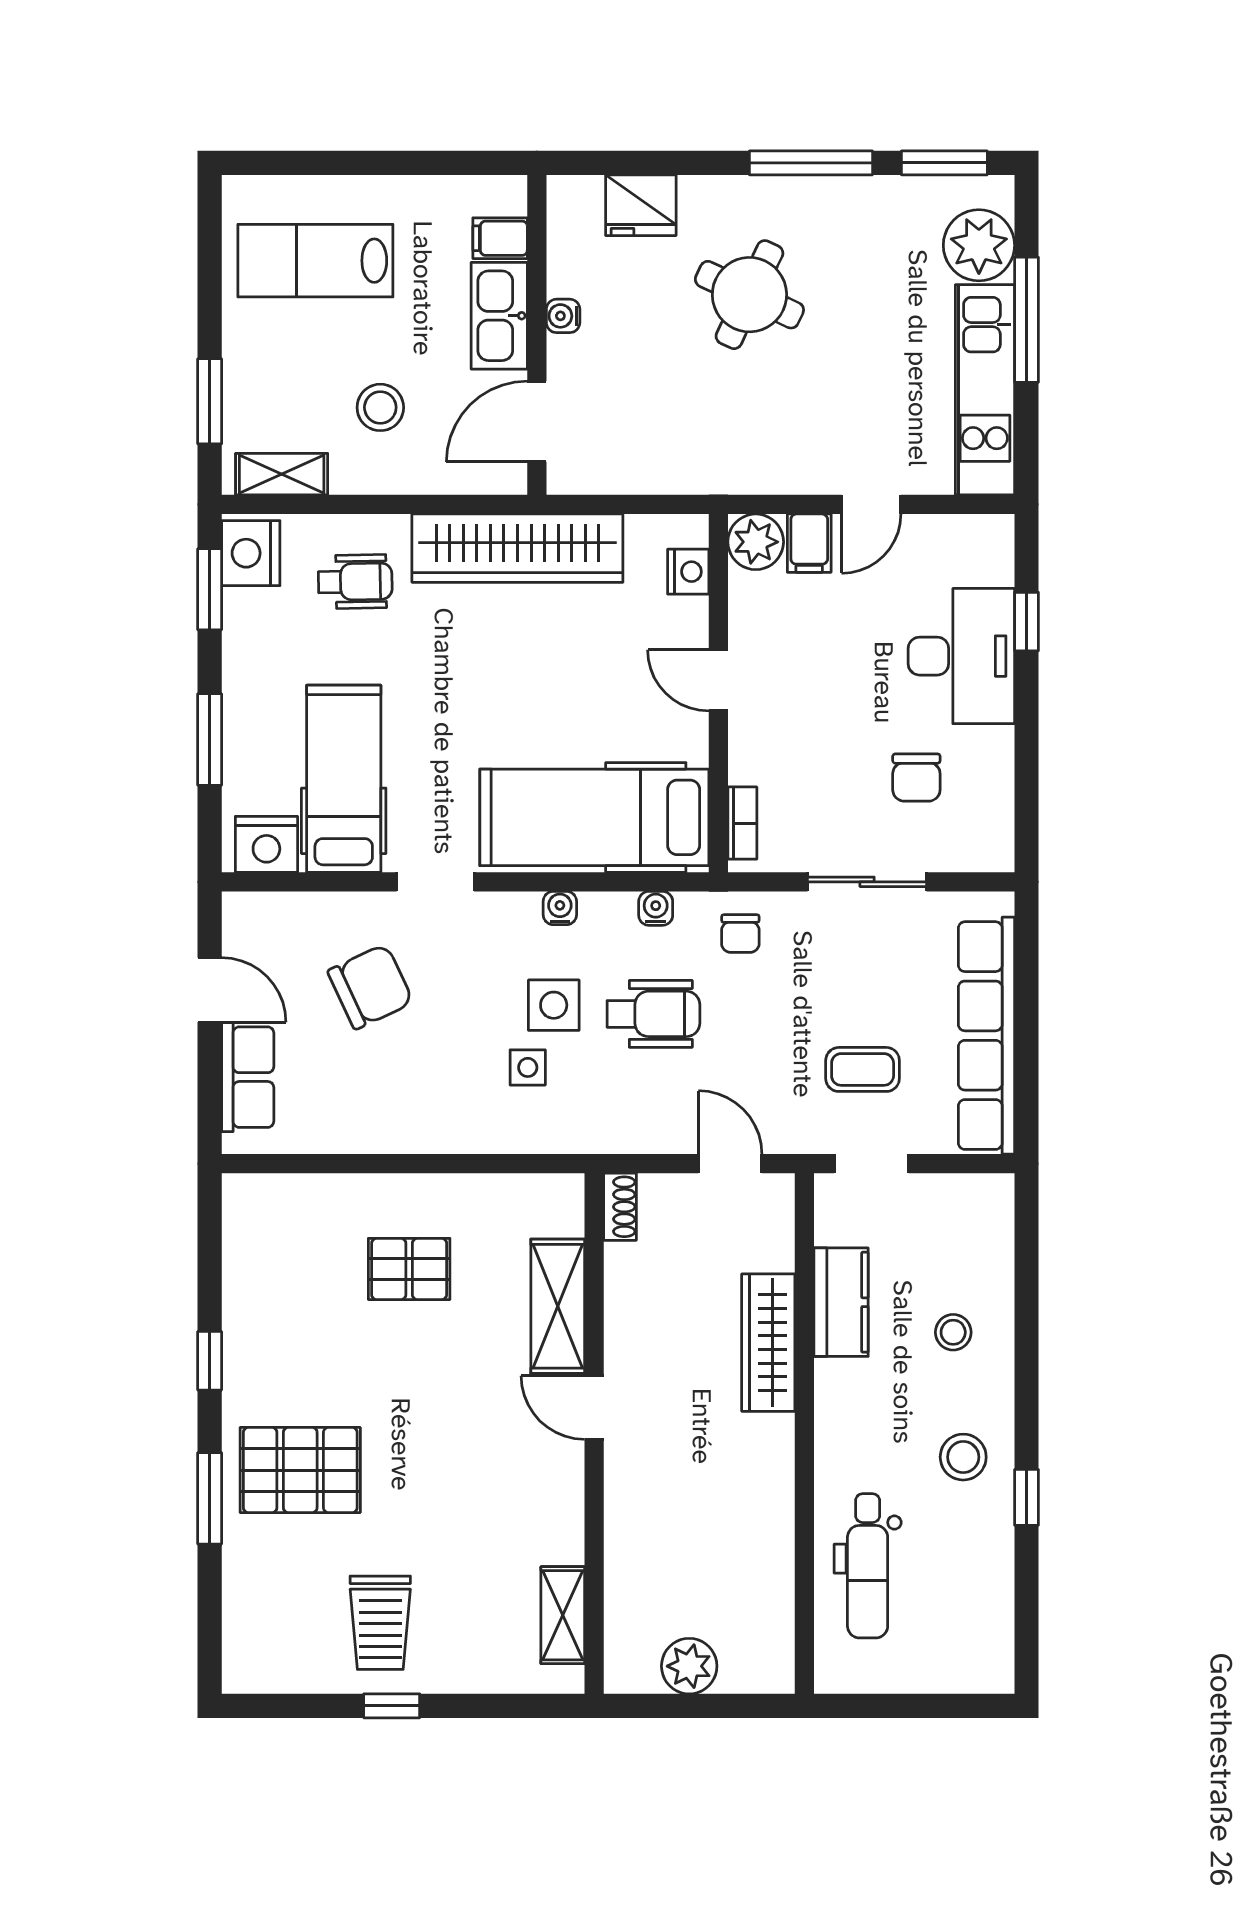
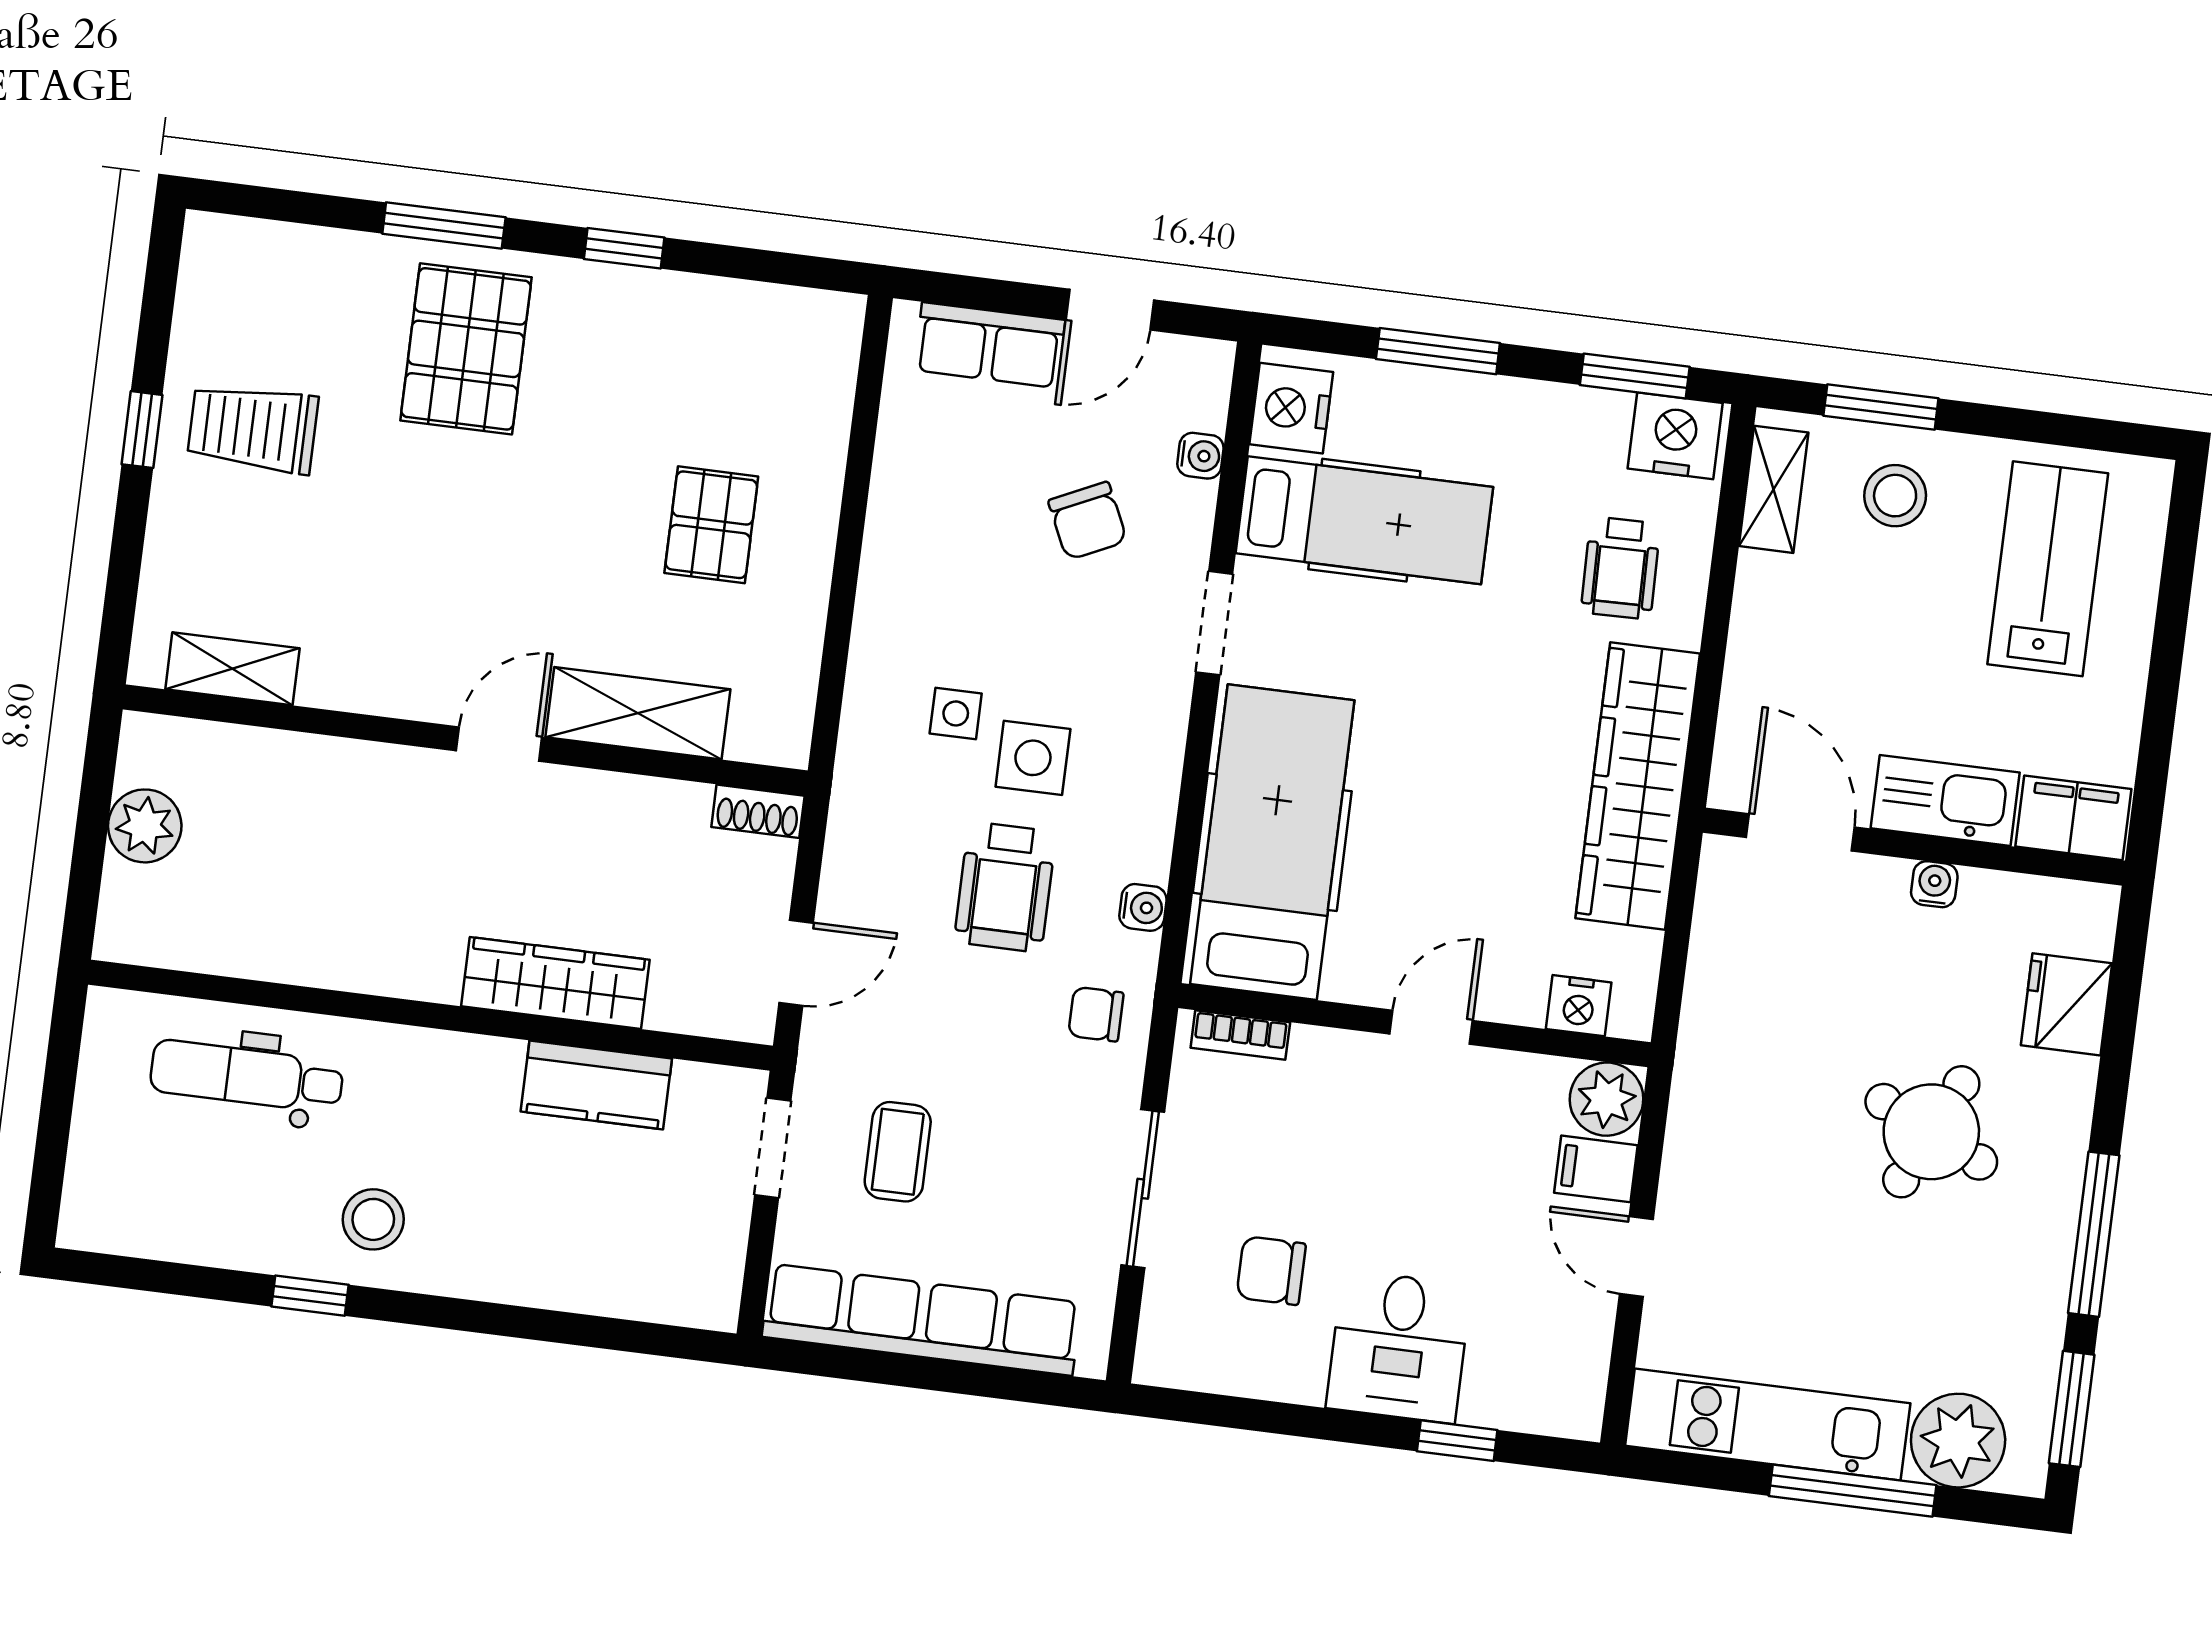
filing cabinet: (500, 238) -> (2073, 818), width x2.00
stool: (380, 407) -> (1895, 496), moved
desk: (961, 656) -> (1399, 1347), width x0.73
water cooler: (560, 908) -> (1200, 456), moved
chair: (370, 987) -> (1088, 521), width x0.73, depth x0.73
stool: (953, 1332) -> (538, 1227), removed

